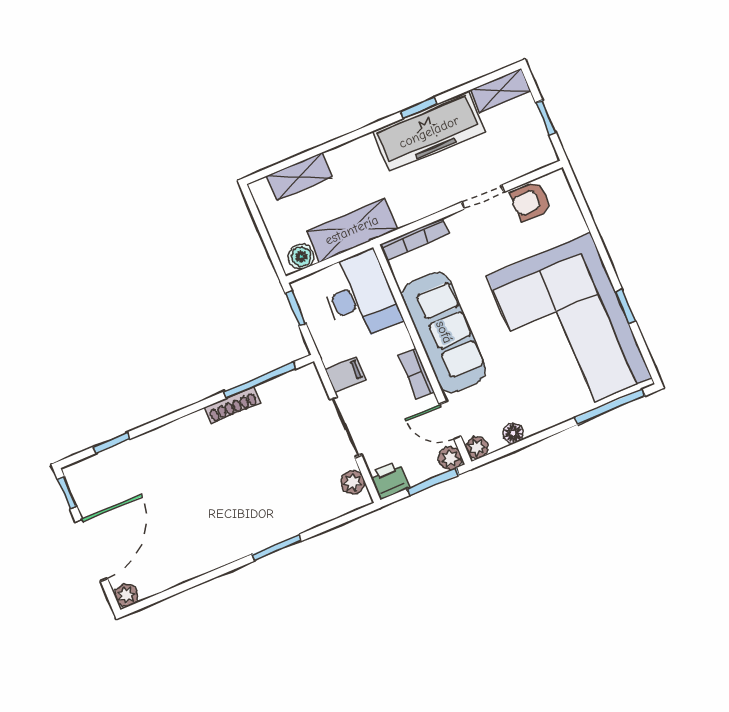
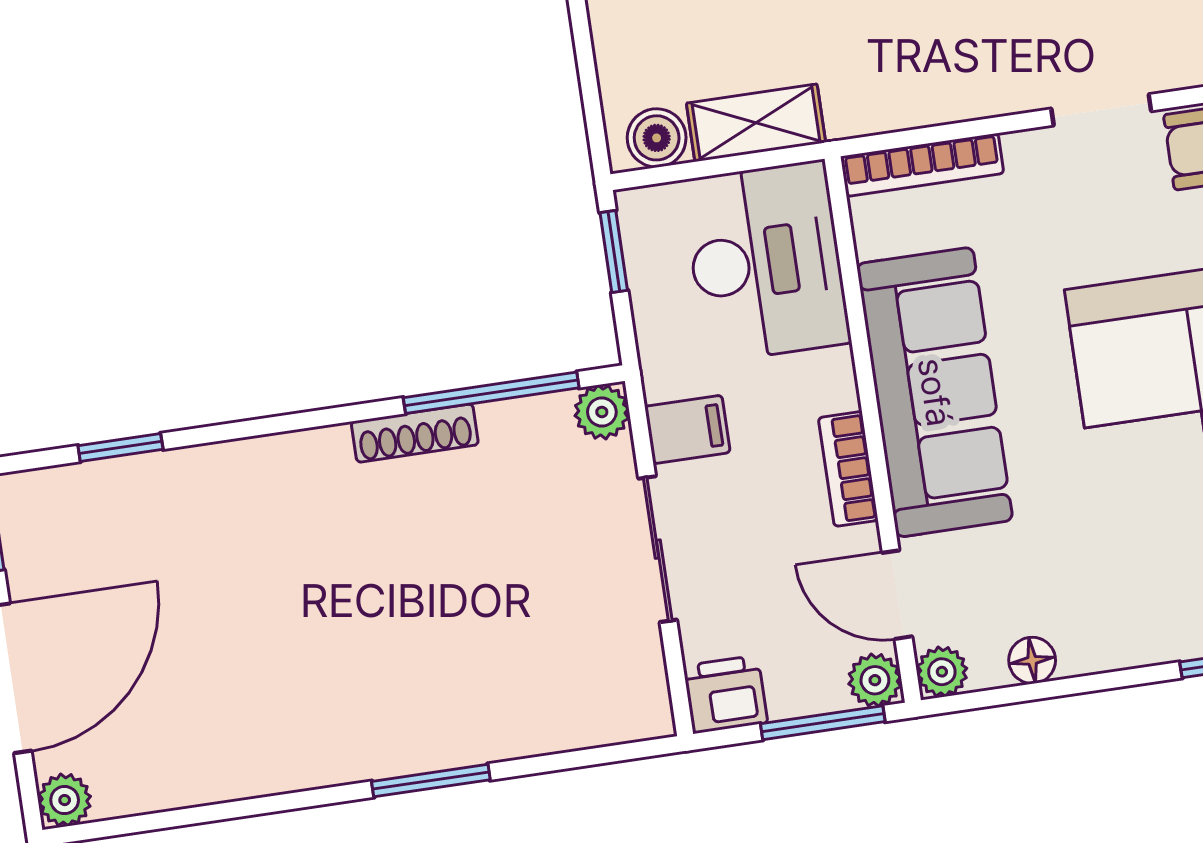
shelving: (352, 230) -> (756, 123), width x0.67, depth x0.75
plant: (353, 482) -> (602, 412), moved

